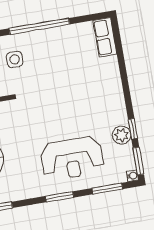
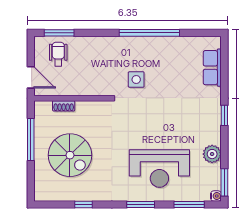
row of seats: (105, 37) -> (212, 68), moved
side table: (15, 59) -> (136, 80), moved
window: (133, 129) -> (224, 115), moved

